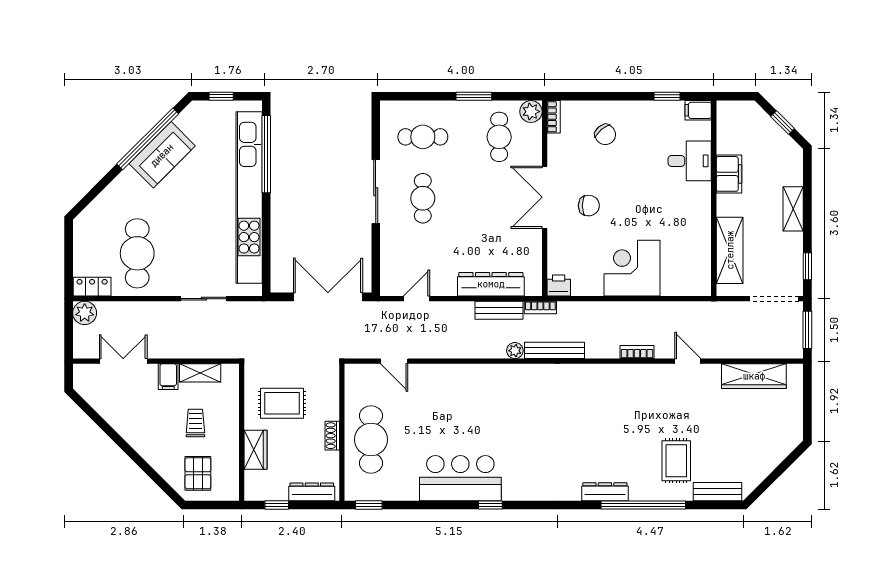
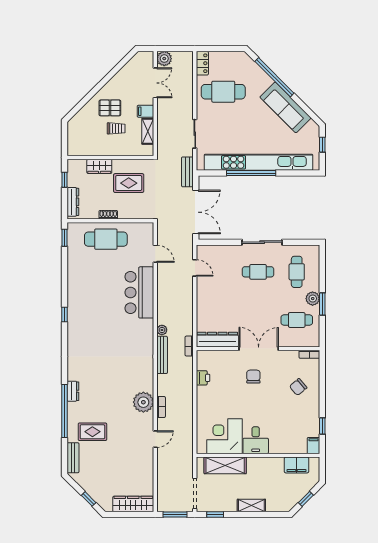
plant: (531, 112) -> (313, 299), moved
window: (148, 139) -> (274, 77), moved
window: (266, 154) -> (251, 173), moved
sofa: (162, 155) -> (285, 107), width x1.36
desk: (690, 161) -> (256, 440), moved
filing cabinet: (729, 174) -> (297, 465), moved
chair: (589, 206) -> (253, 377), turned 180
corner desk: (632, 268) -> (224, 436), moved, turned -90
dresser: (491, 284) -> (217, 340), moved, turned -90
printer: (559, 285) -> (203, 378), moved
bench: (499, 310) -> (187, 172), moved
plant: (85, 313) -> (164, 59), moved
door: (394, 361) -> (155, 254), swing flipped
wardrobe: (754, 376) -> (133, 504), moved, turned 90
plant: (629, 380) -> (143, 402), added
rug: (282, 403) -> (129, 183), turned 90
window: (783, 467) -> (89, 499), added
pallet: (198, 473) -> (110, 108), moved
bar counter: (460, 478) -> (139, 292), moved, turned 180
dresser: (605, 492) -> (73, 391), width x0.70

